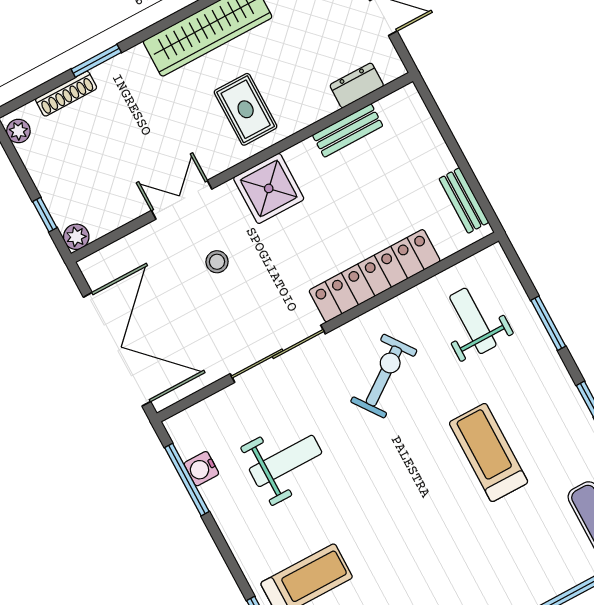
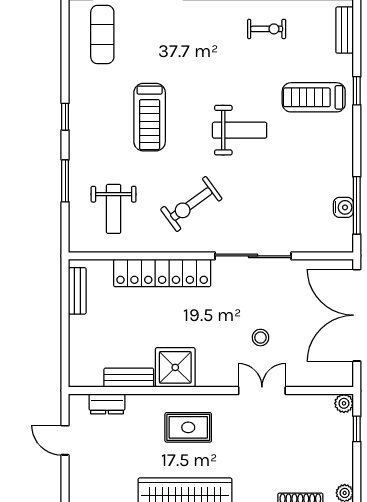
rug: (246, 109) -> (188, 427), turned 90
shower: (269, 188) -> (175, 367), moved
double door: (182, 200) -> (262, 391), swing flipped
weight bench: (286, 461) -> (240, 130), moved, turned 180

